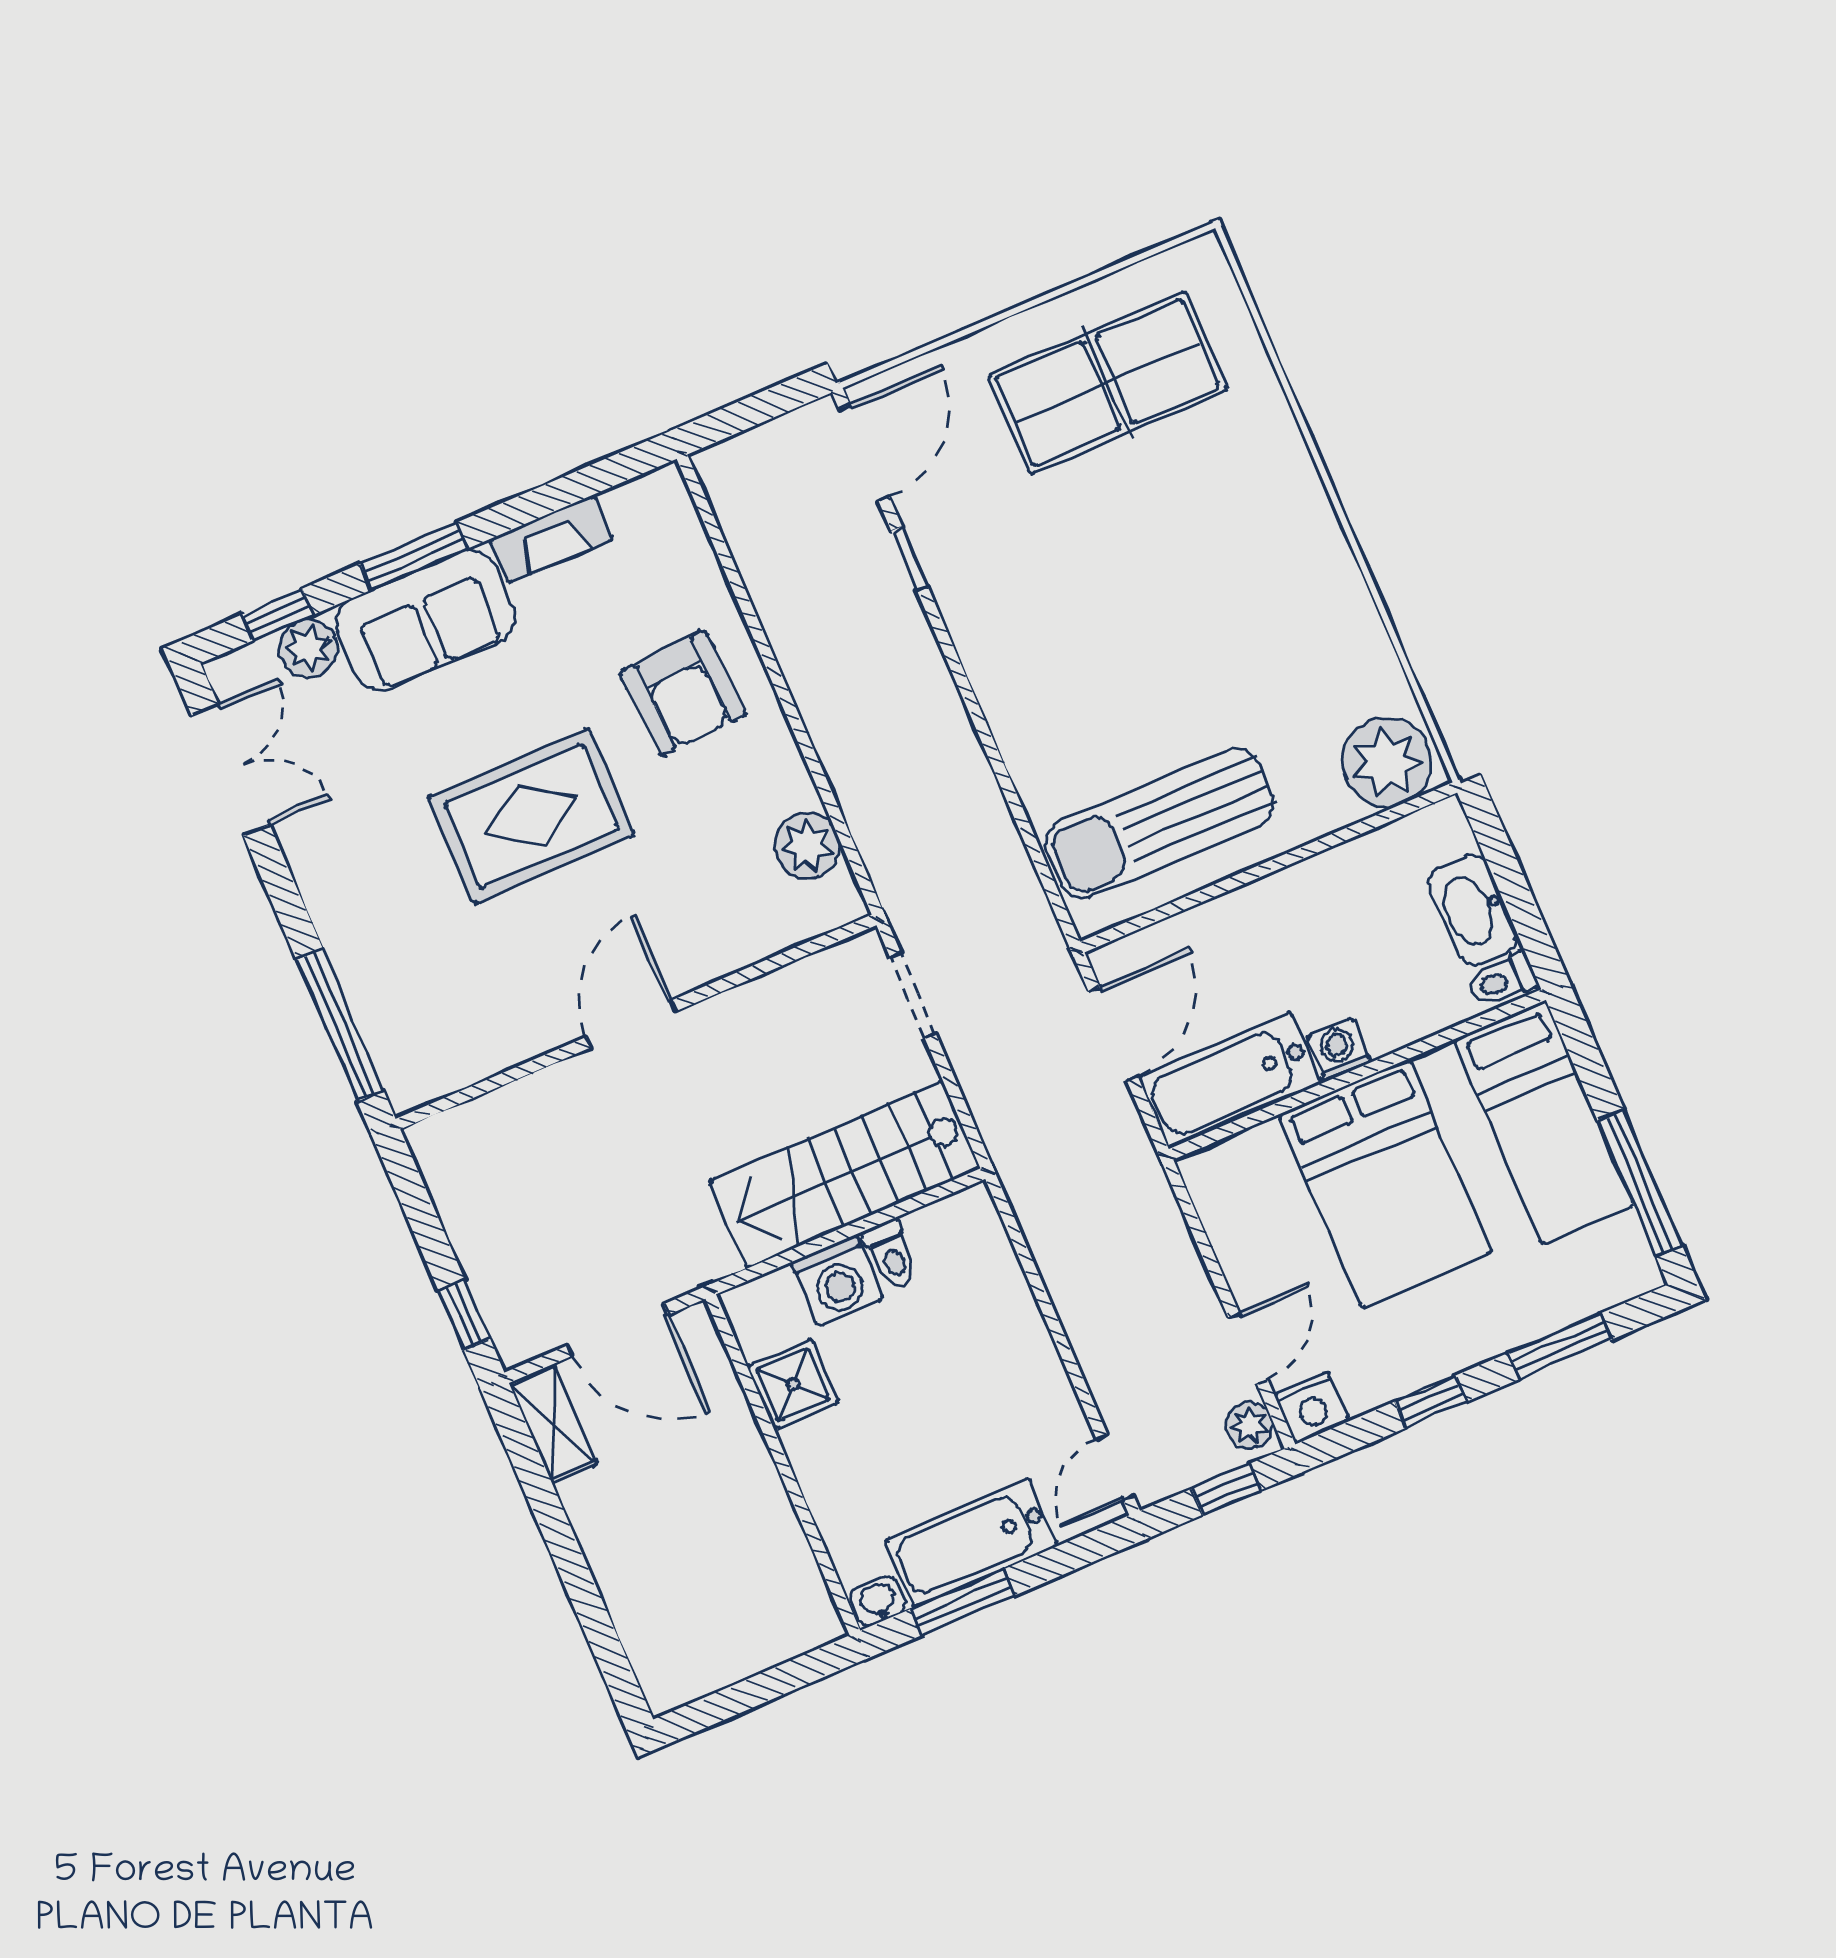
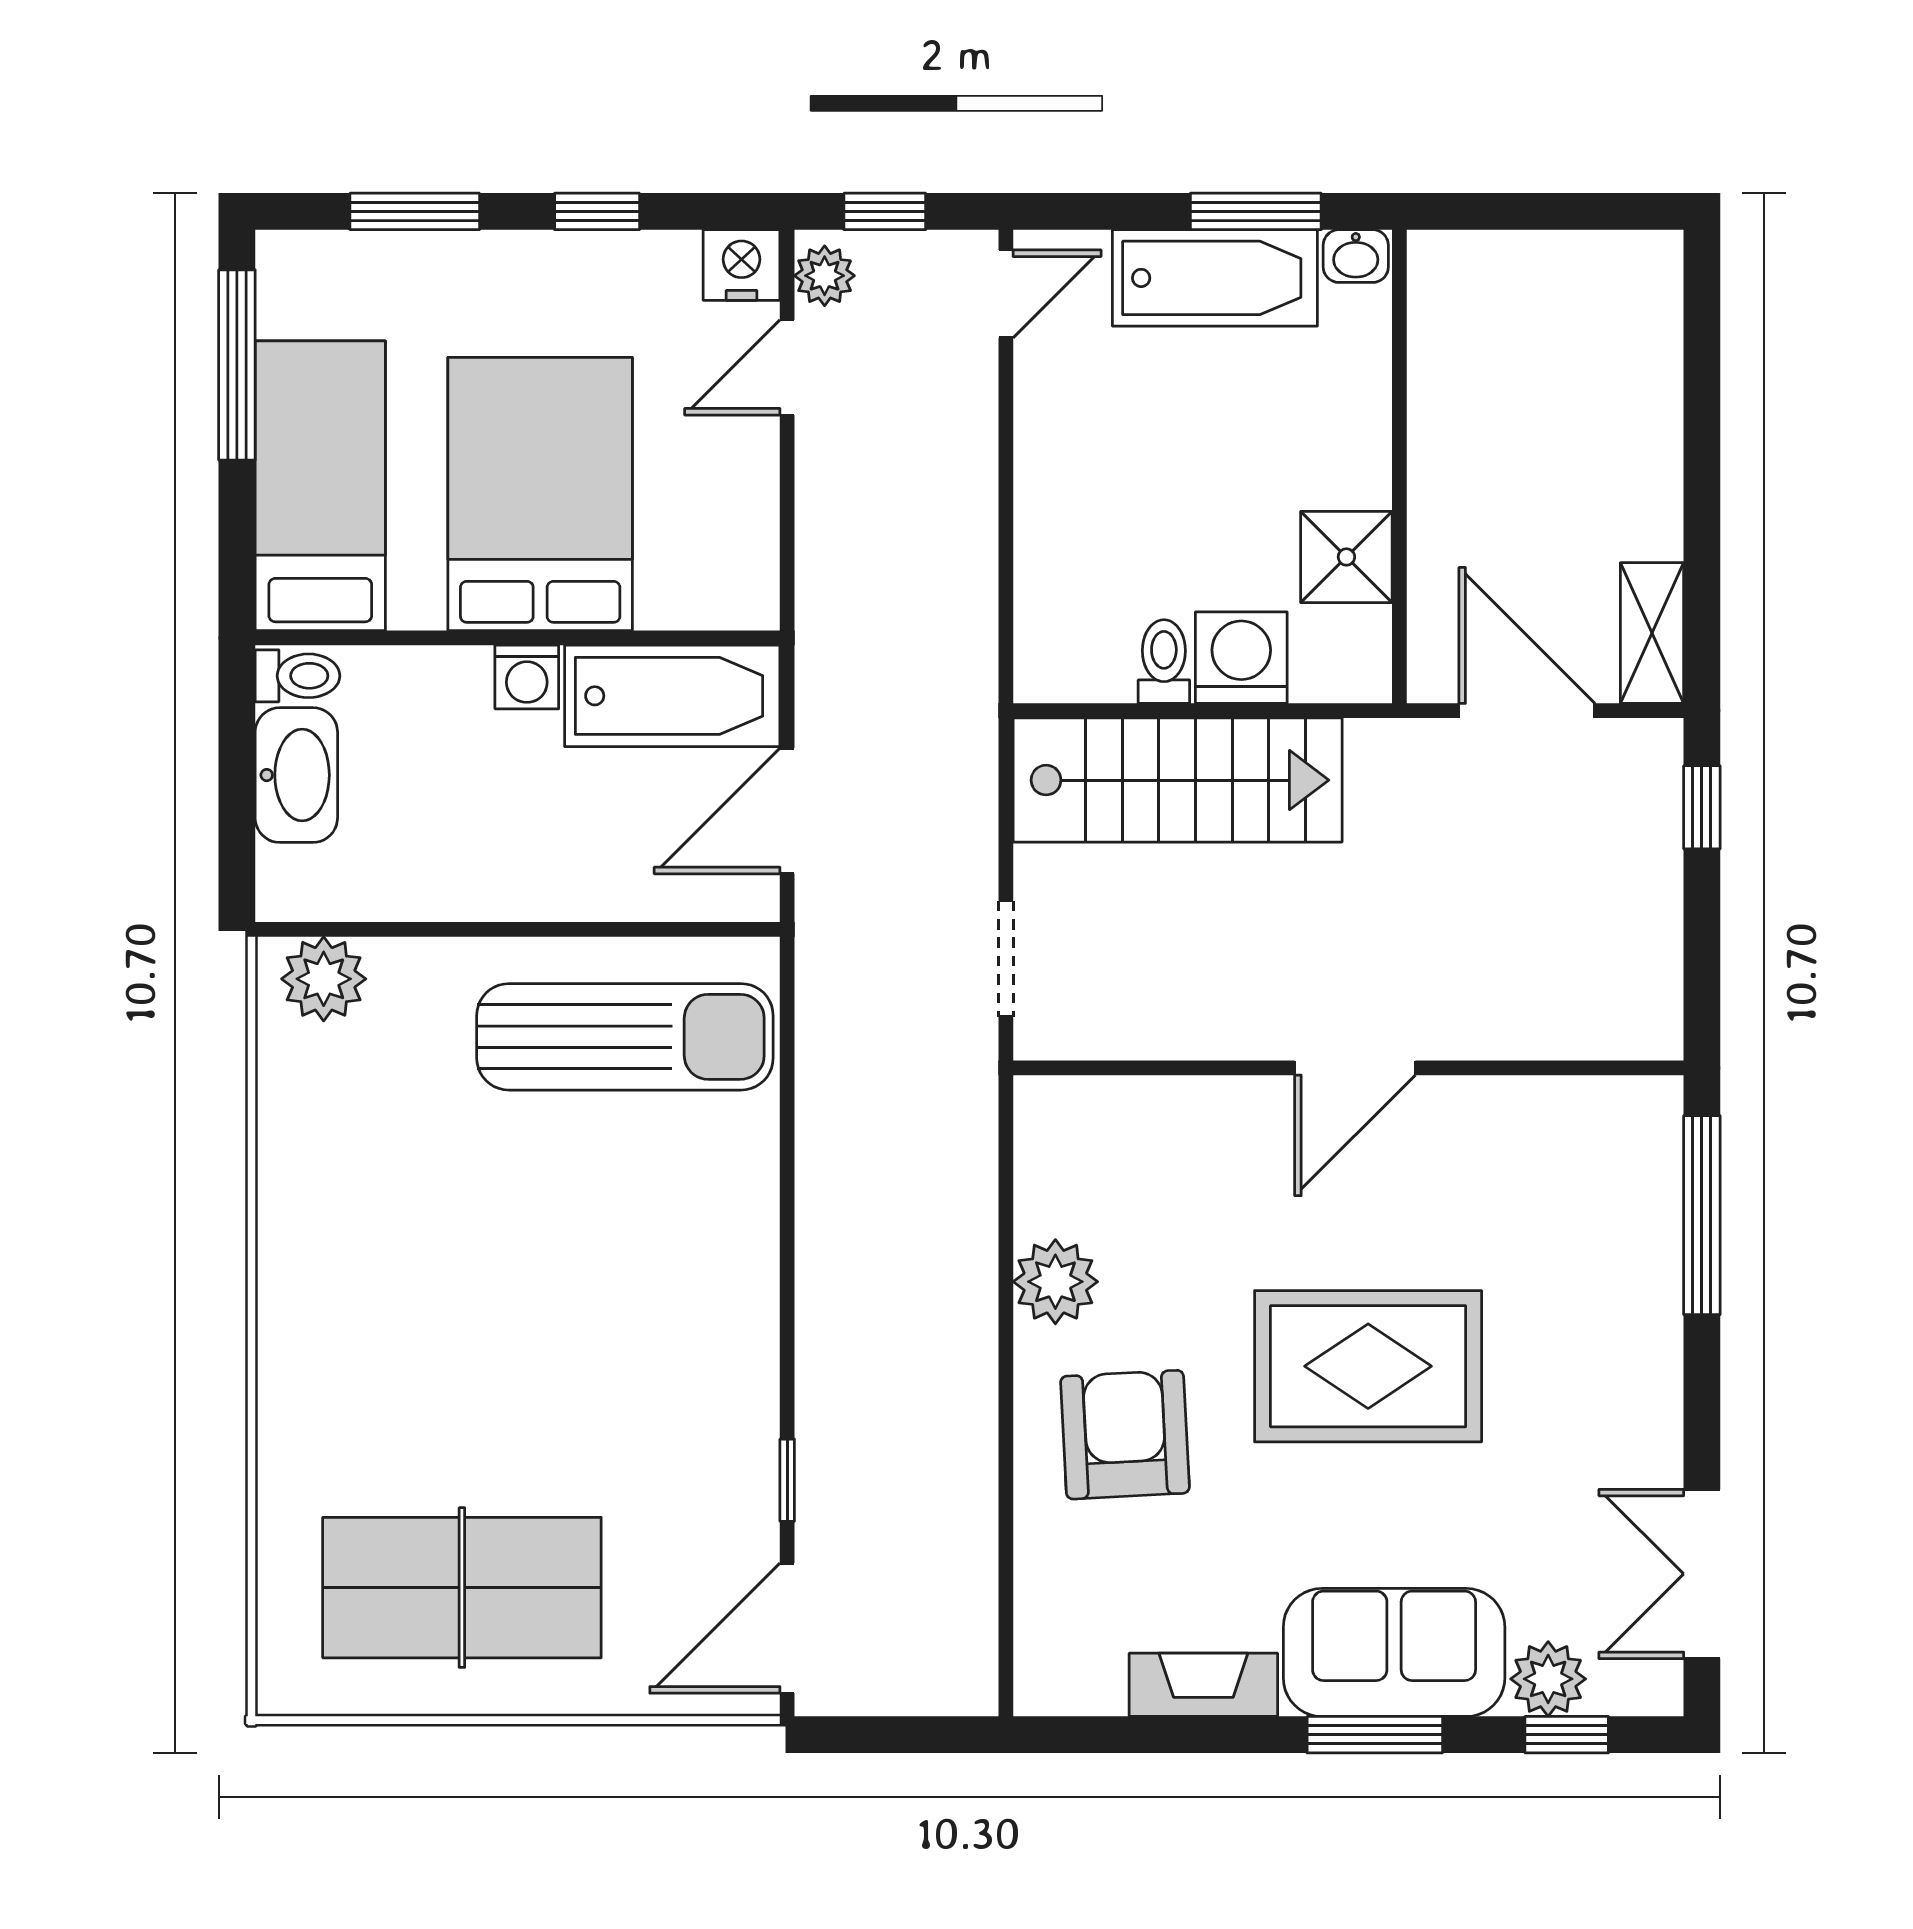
plant: (1387, 762) -> (324, 979), width x0.73, depth x0.73
plant: (807, 846) -> (1055, 1282), moved

